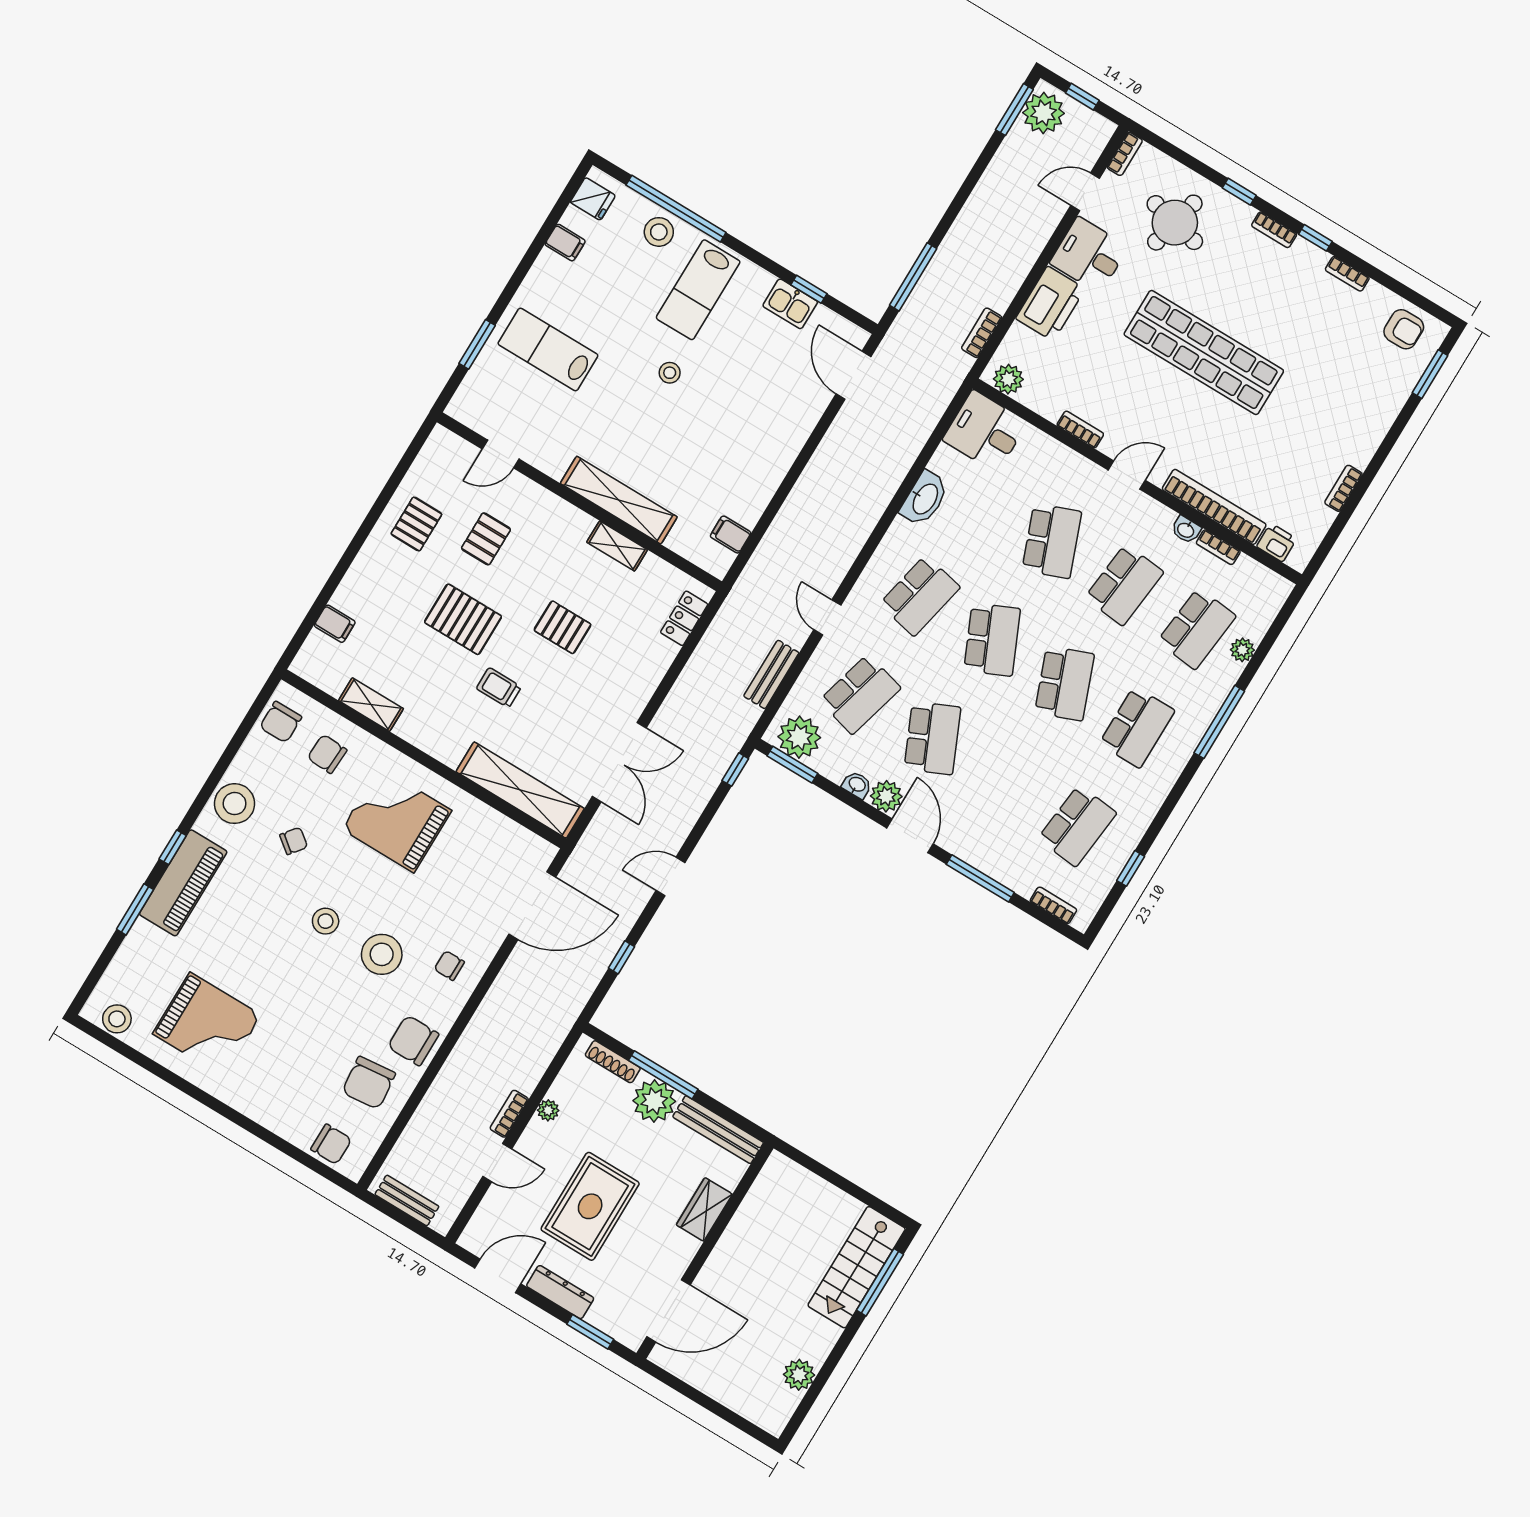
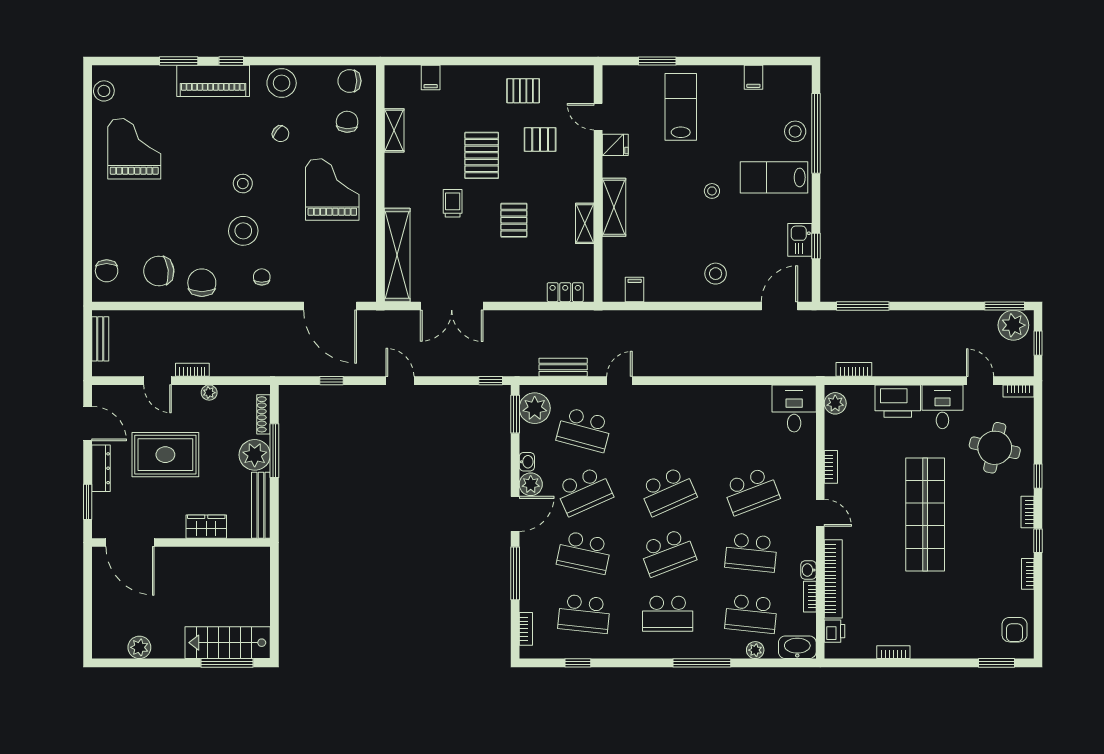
fridge: (593, 199) -> (615, 145), moved, turned -90
stool: (770, 428) -> (716, 274), added
washbasin: (925, 499) -> (797, 647), moved, turned 180
shelving: (619, 500) -> (614, 207), width x0.68
school desk: (920, 596) -> (584, 552), moved
grand piano: (207, 1024) -> (134, 149), turned 180

